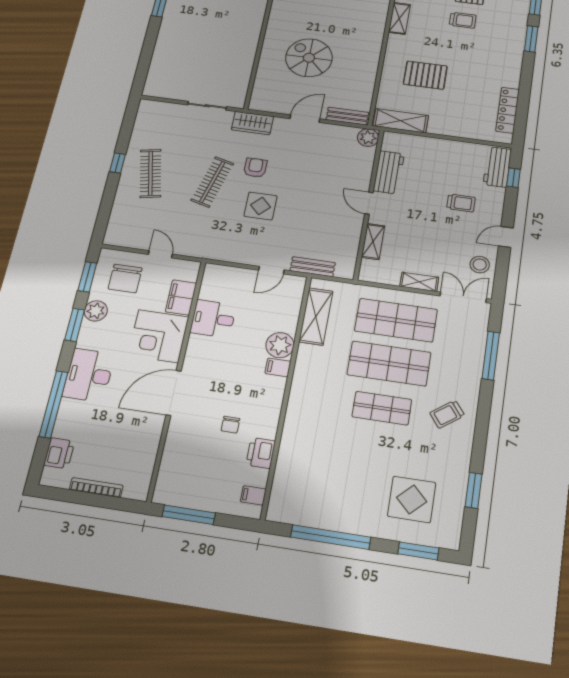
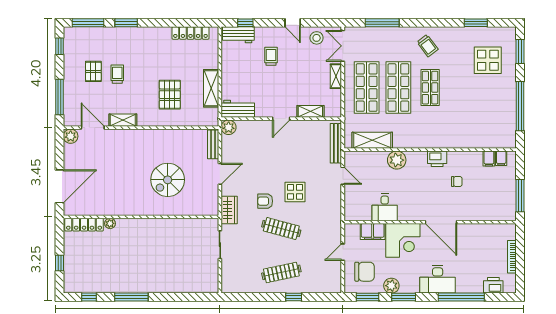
door: (305, 119) -> (220, 174), swing flipped
shelving: (401, 121) -> (211, 88), moved
window: (118, 163) -> (294, 297), moved
workbench: (389, 172) -> (238, 109), moved
bench: (313, 267) -> (336, 143), width x1.36
filing cabinet: (278, 367) -> (489, 159), moved
printer: (261, 453) -> (437, 159), moved

